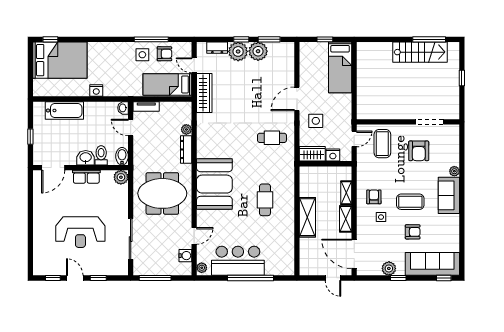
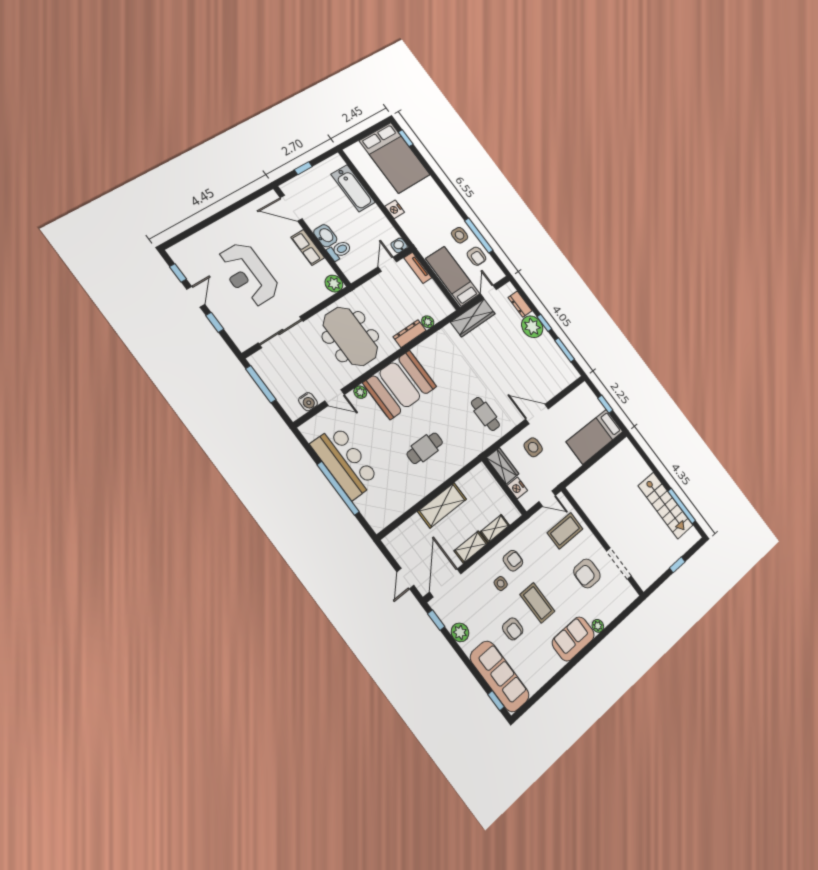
plant: (258, 51) -> (547, 346), removed
bidet: (122, 156) -> (355, 272), removed
plant: (202, 268) -> (360, 392), moved
window: (398, 278) -> (436, 620), moved

